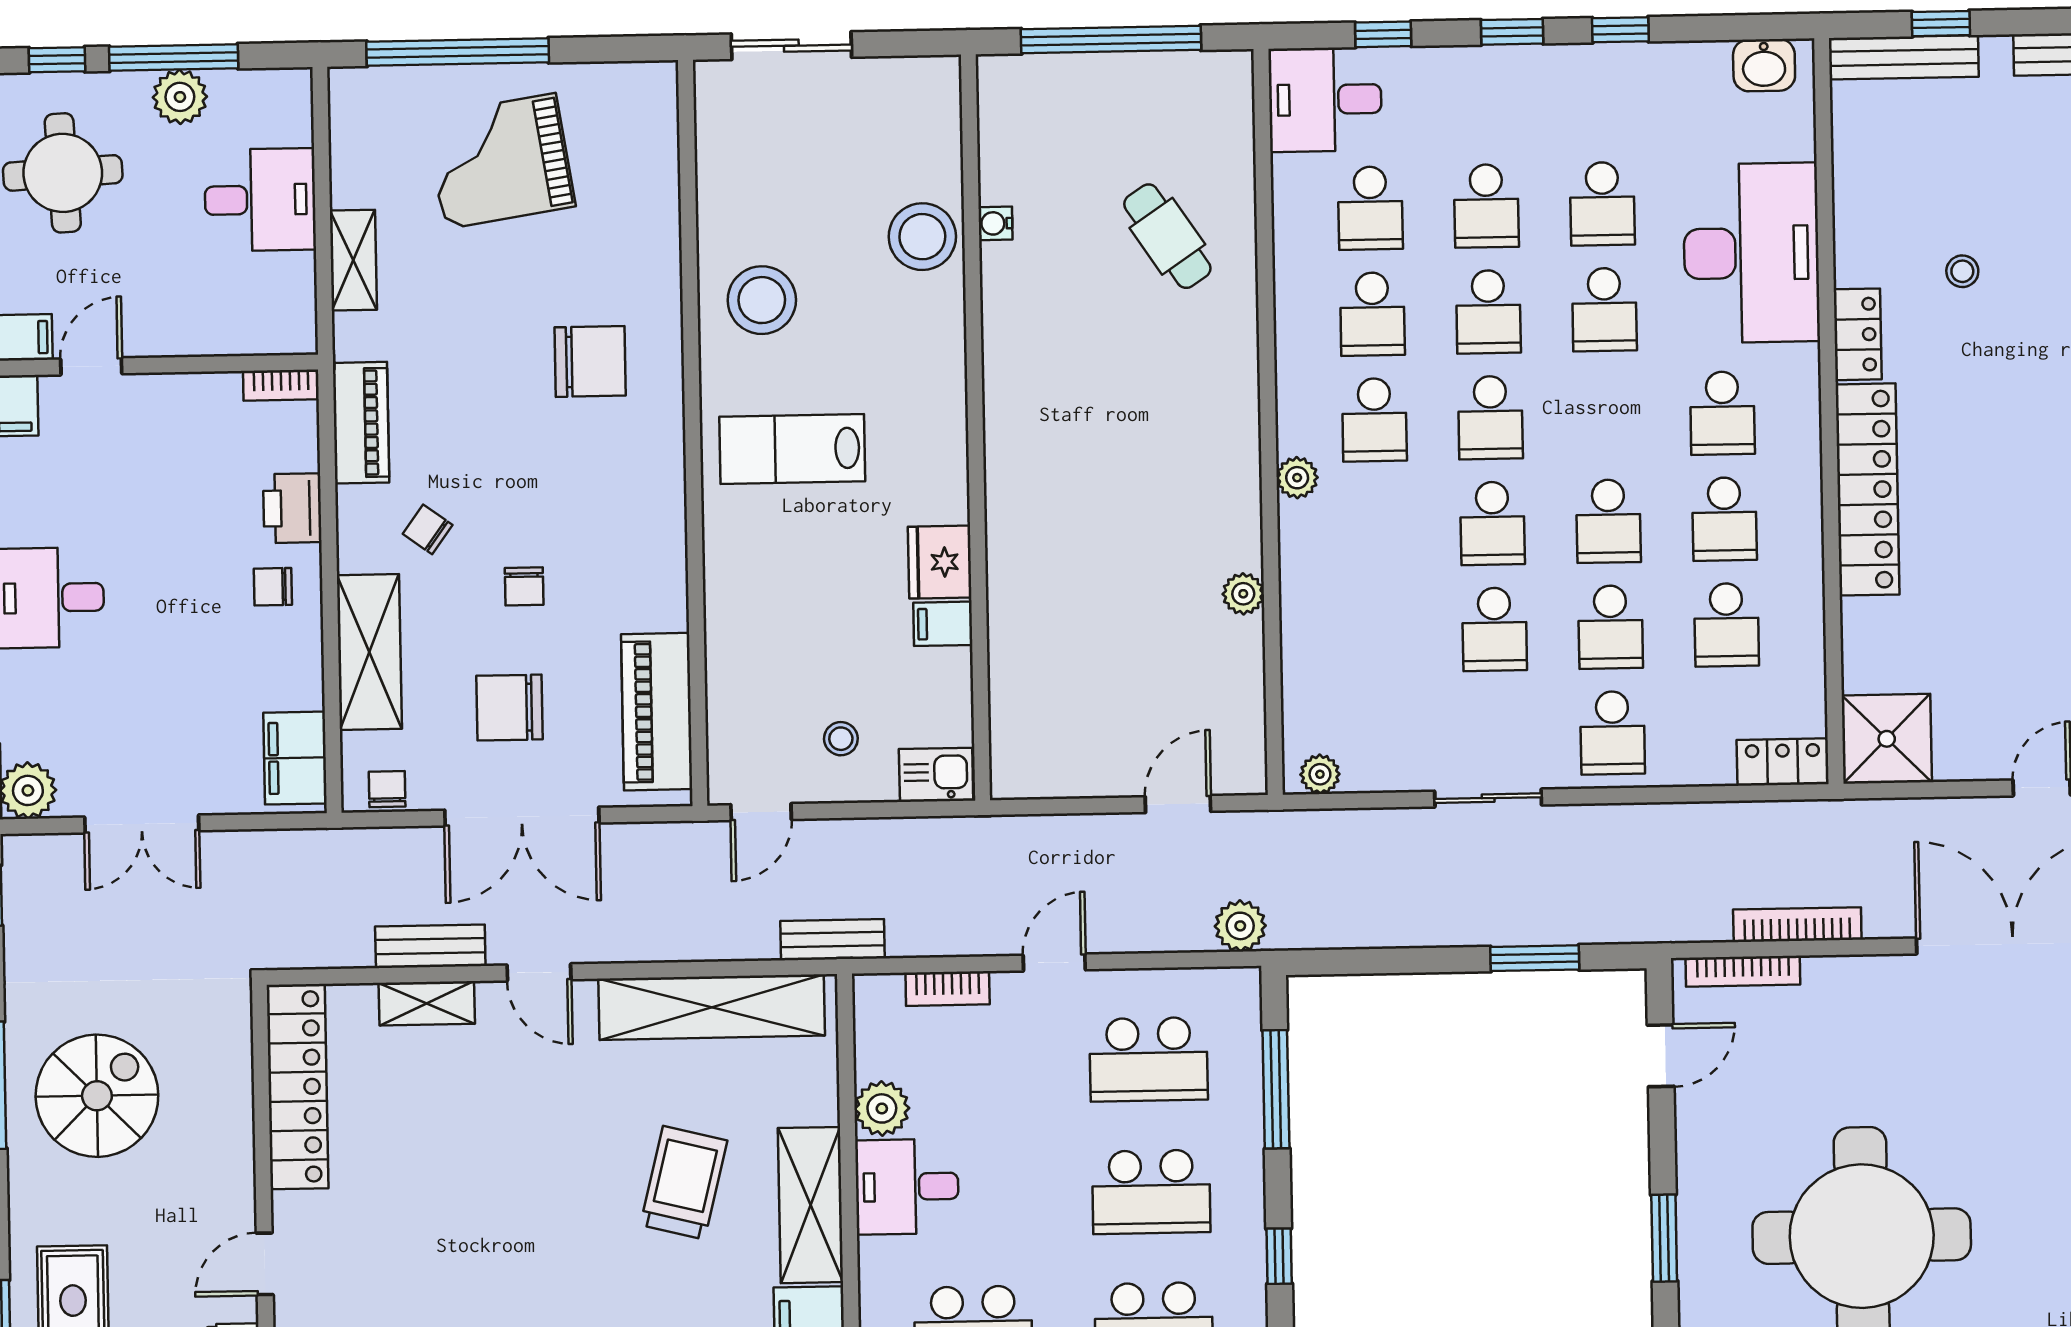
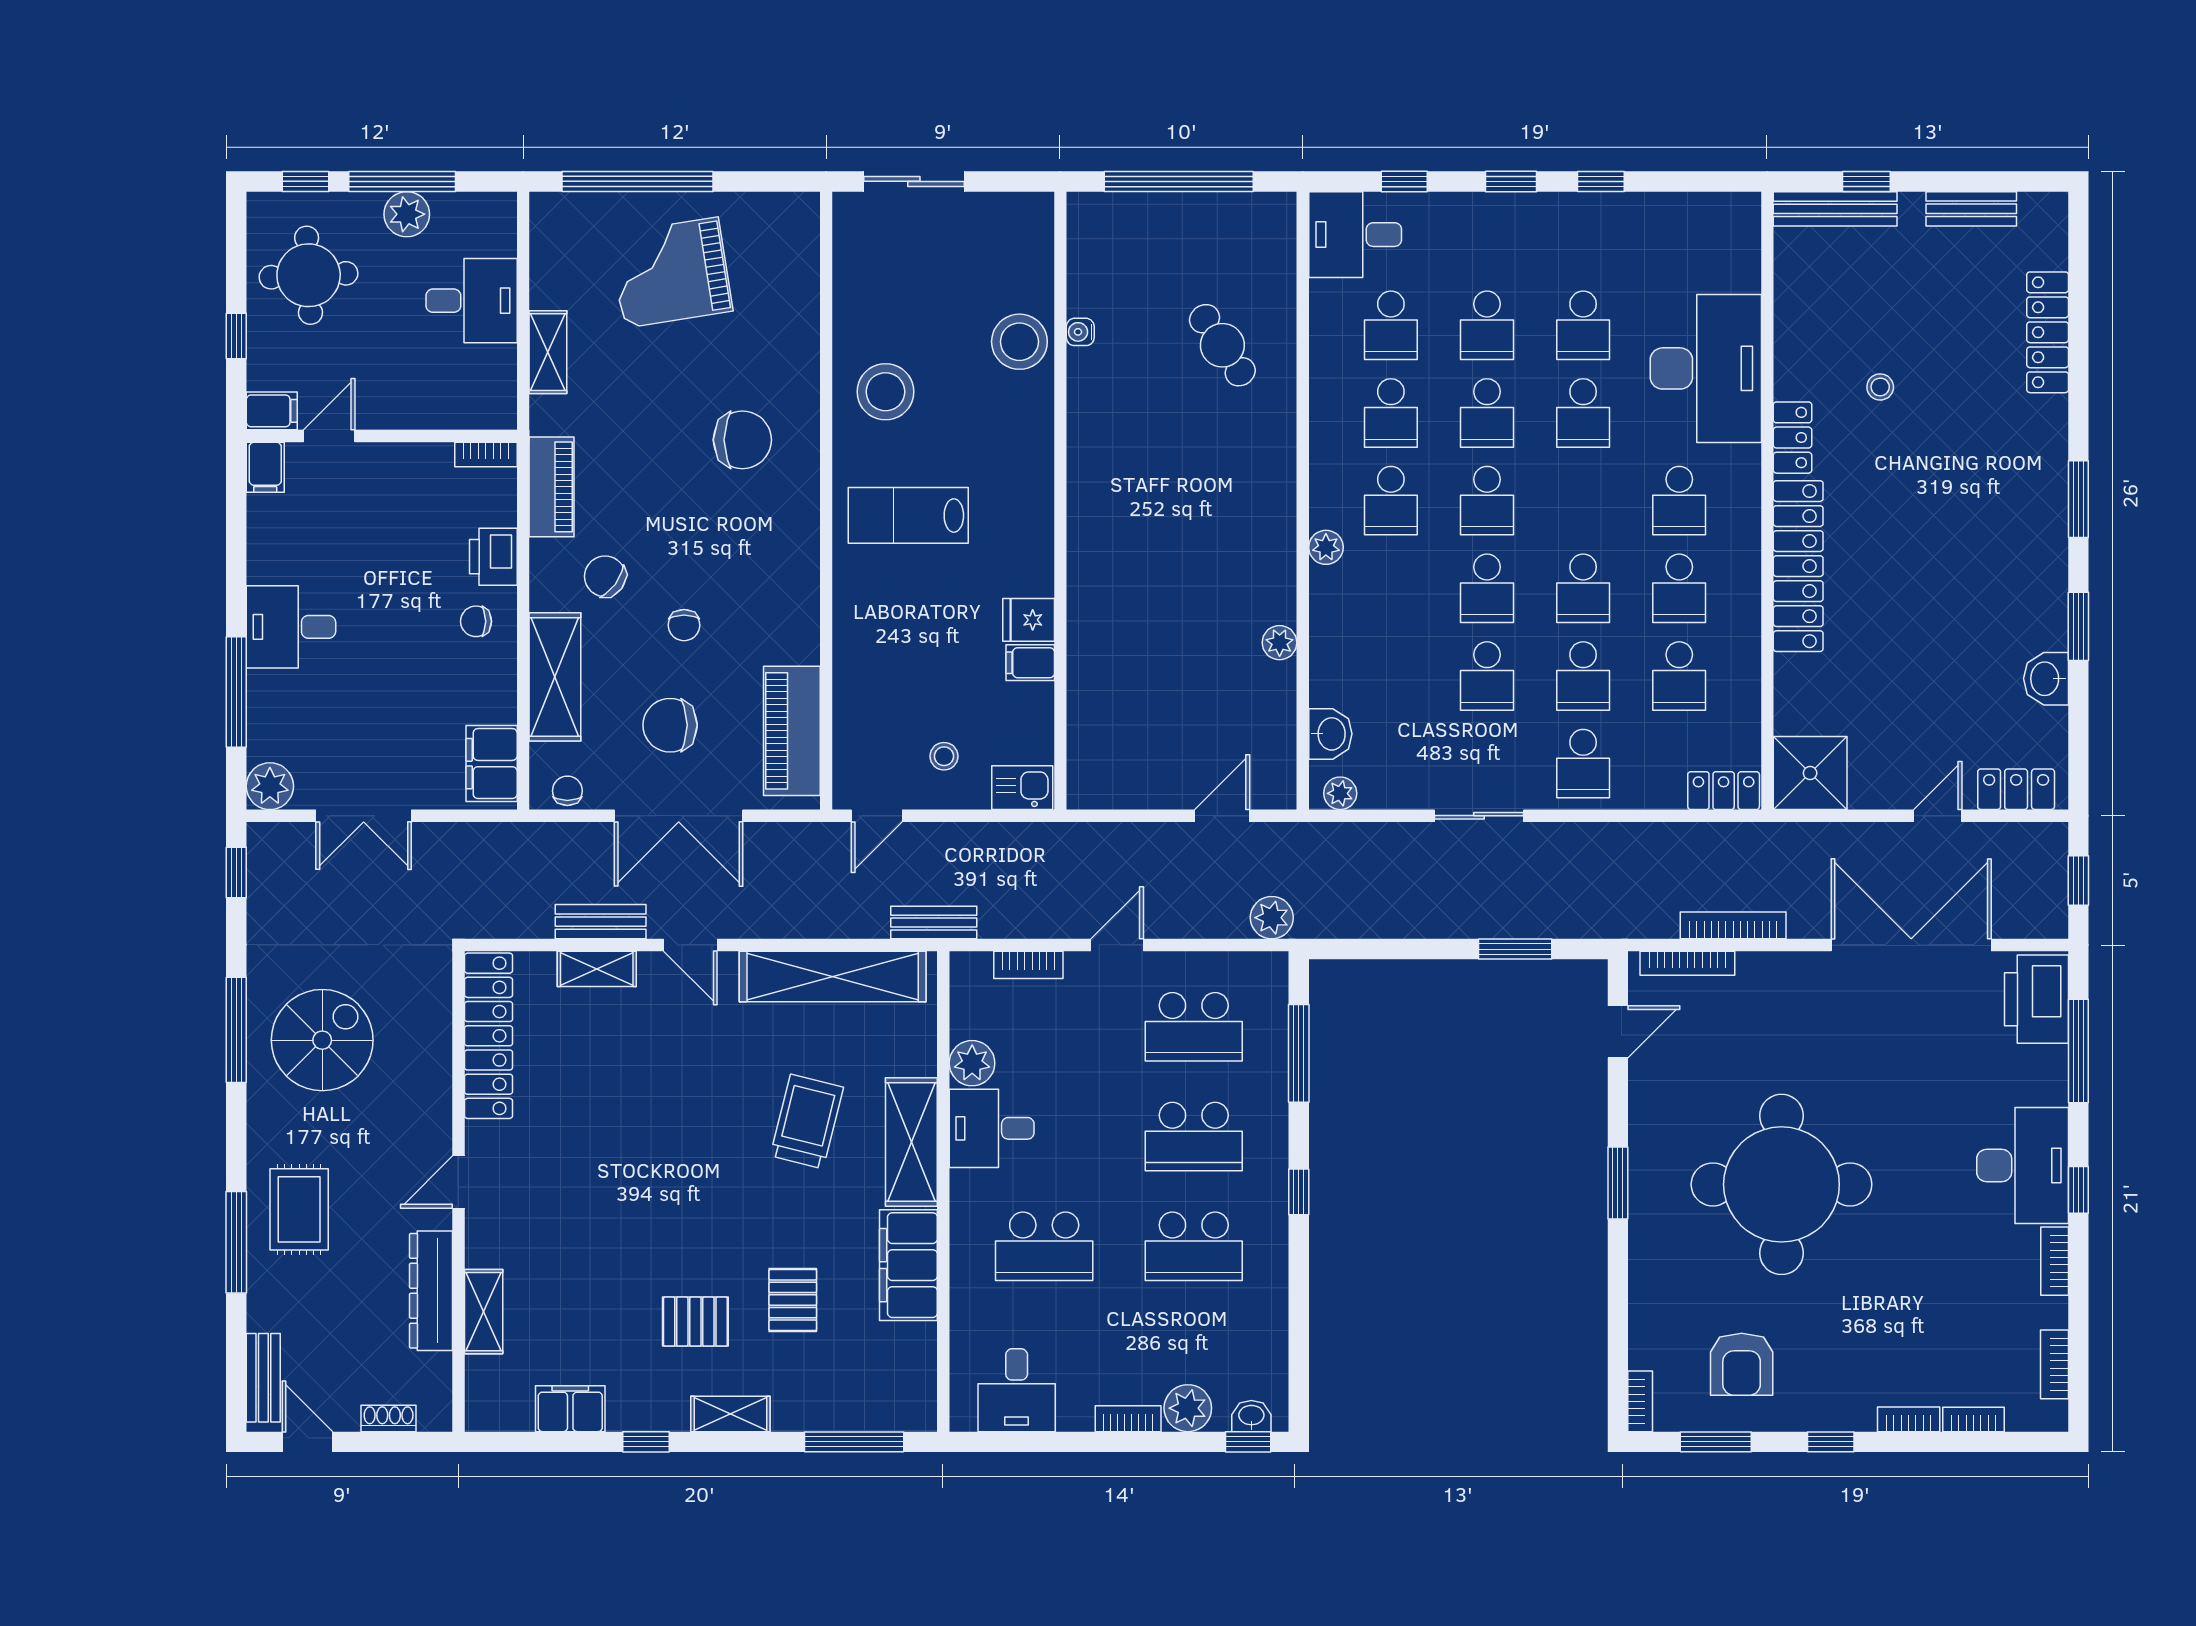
washbasin: (1764, 65) -> (1330, 734), moved, turned -90
chair: (428, 529) -> (605, 576), width x1.37, depth x1.37
fridge: (940, 562) -> (1029, 620), width x0.72

